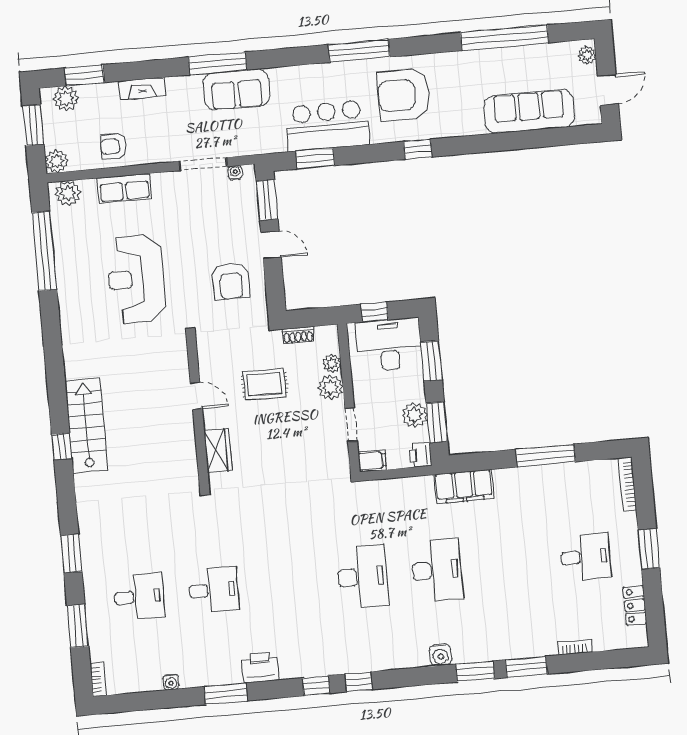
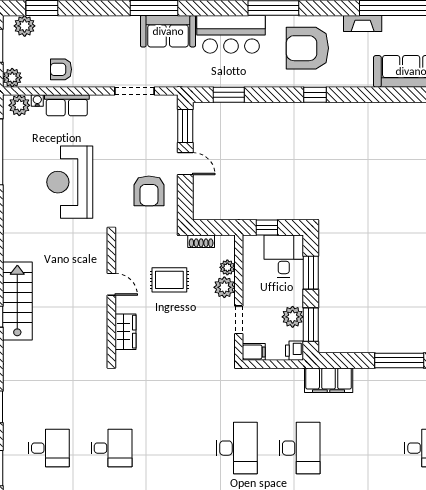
fireplace: (142, 89) -> (363, 23), moved
bar counter: (328, 126) -> (231, 34), moved, turned 180
water cooler: (235, 173) -> (37, 101), moved
desk: (389, 345) -> (284, 256), width x0.73

